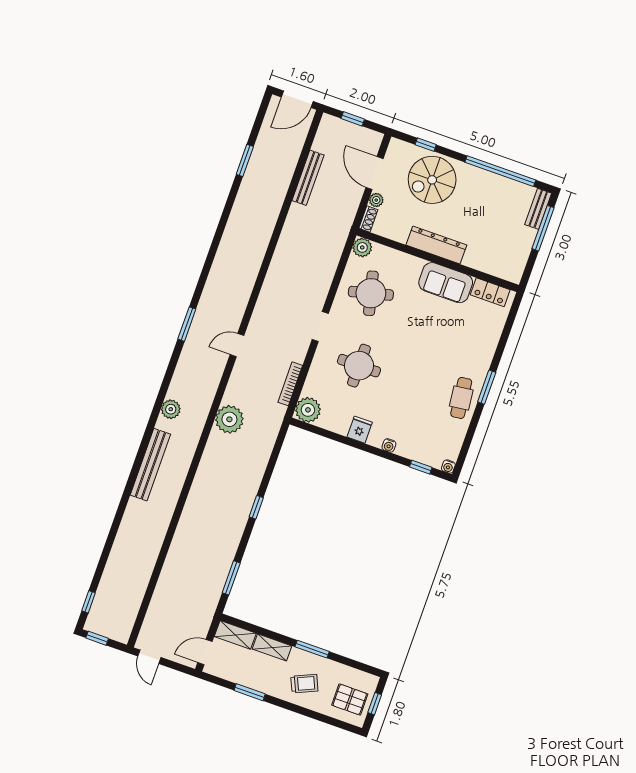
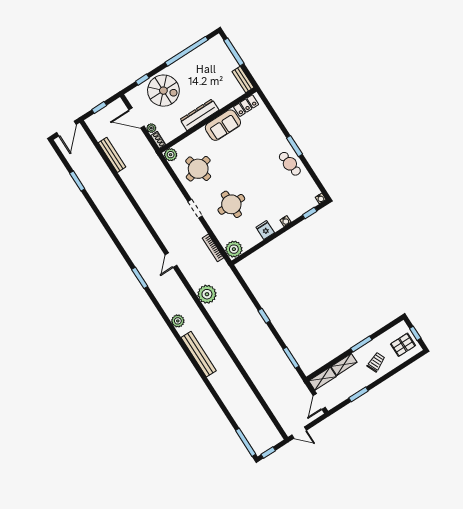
spiral stairs: (432, 180) -> (163, 91), turned -90
bench: (538, 209) -> (243, 79), moved
window: (88, 602) -> (246, 442), width x2.17

